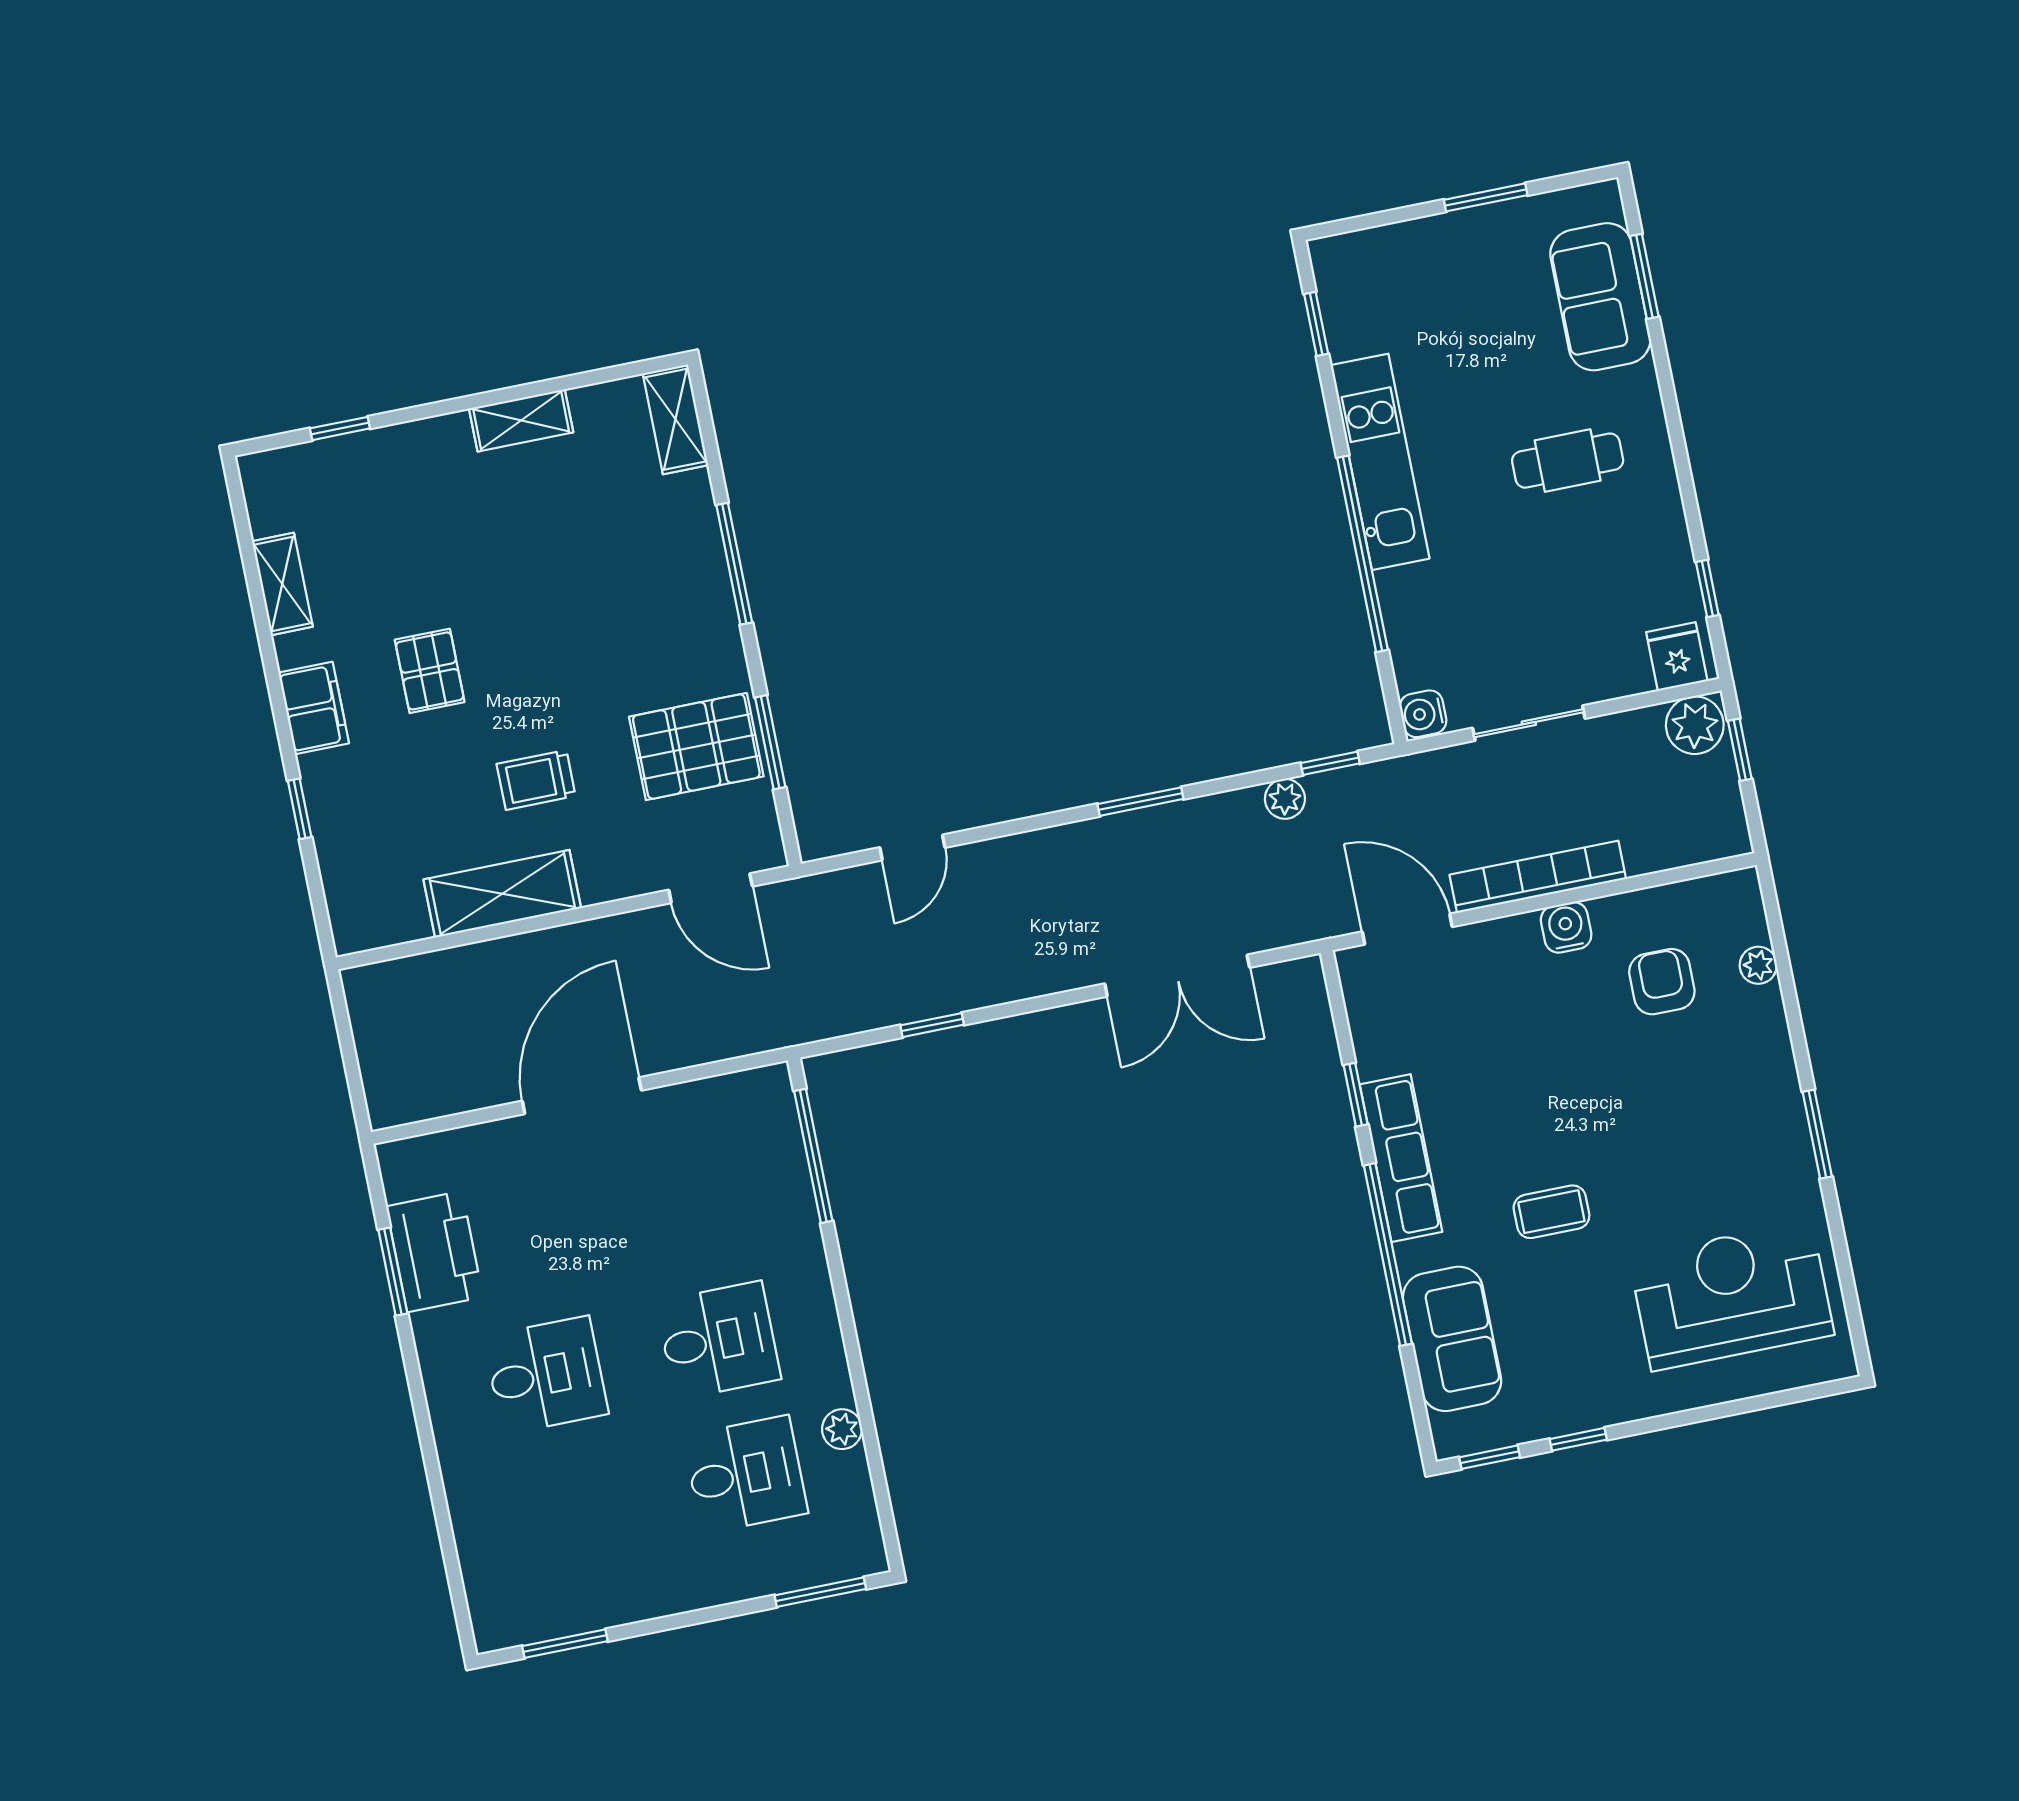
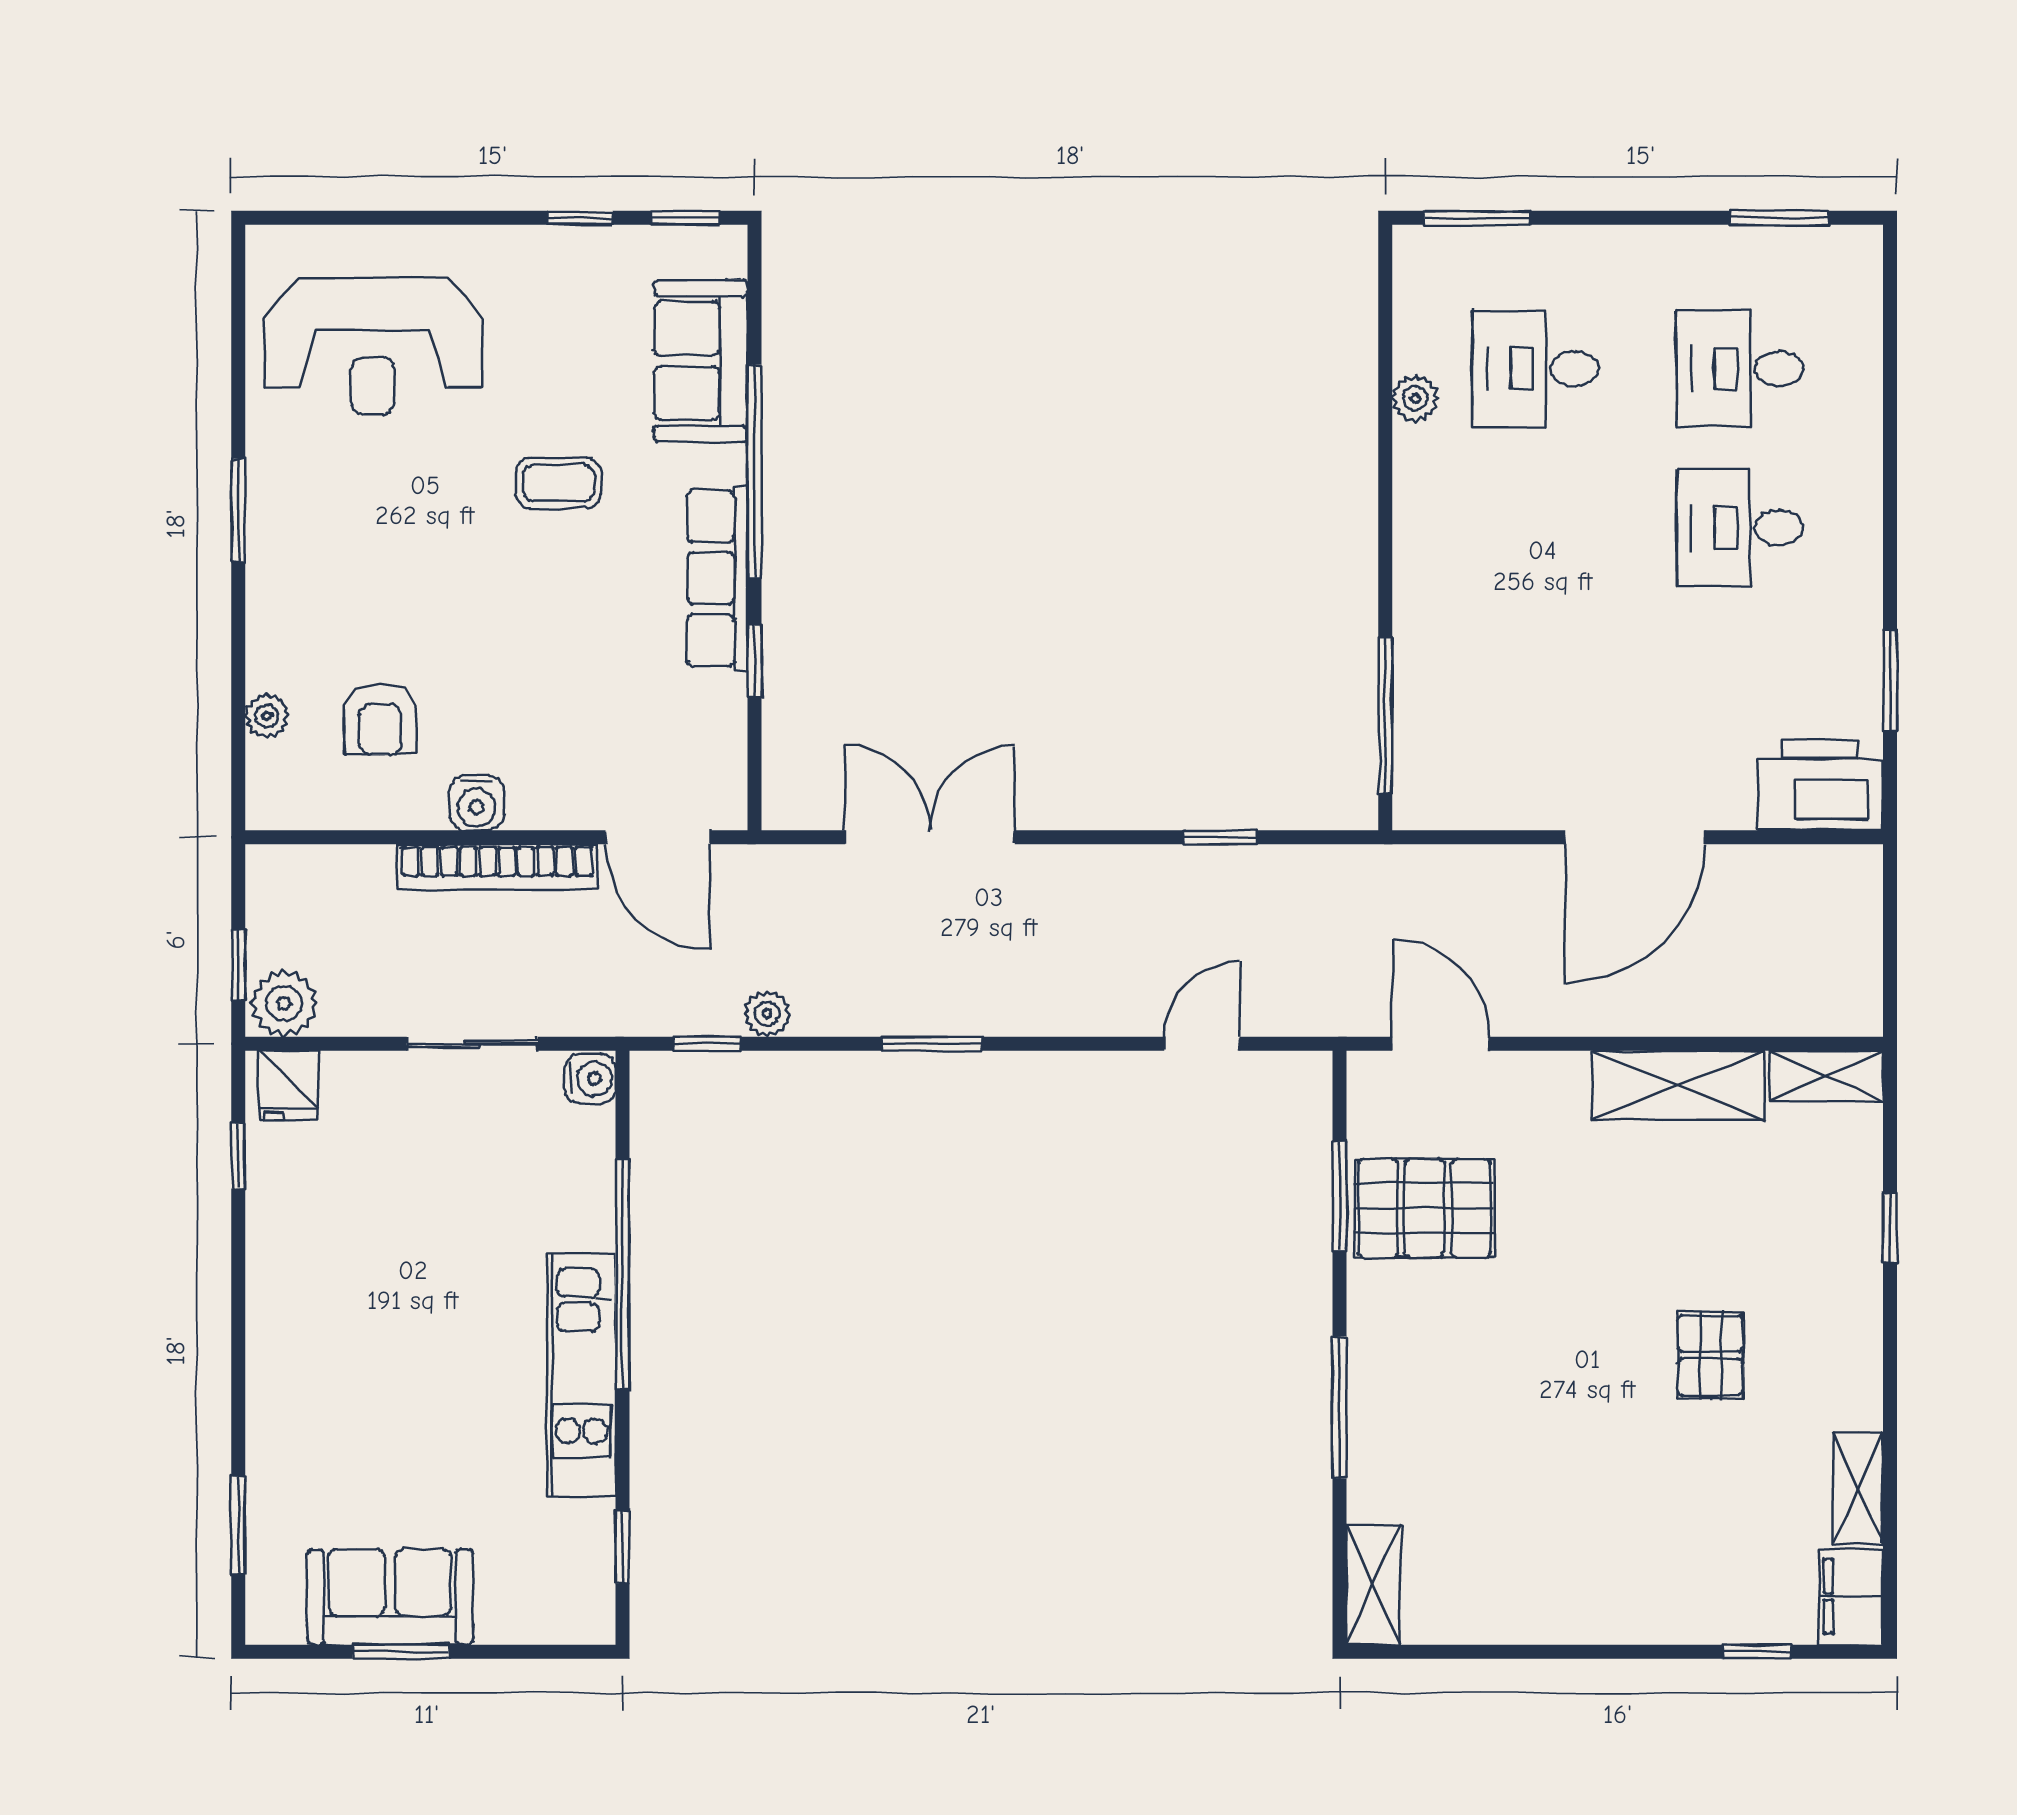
sofa: (1600, 297) -> (390, 1597), moved, turned -90
shelving: (521, 420) -> (1827, 1076), moved
cafe table: (1568, 461) -> (368, 1334), removed
filing cabinet: (314, 708) -> (1851, 1596), moved
trolley: (536, 780) -> (1614, 1207), removed
printer: (435, 1252) -> (1820, 785), moved, turned 90
desk: (718, 1340) -> (1740, 369), moved

